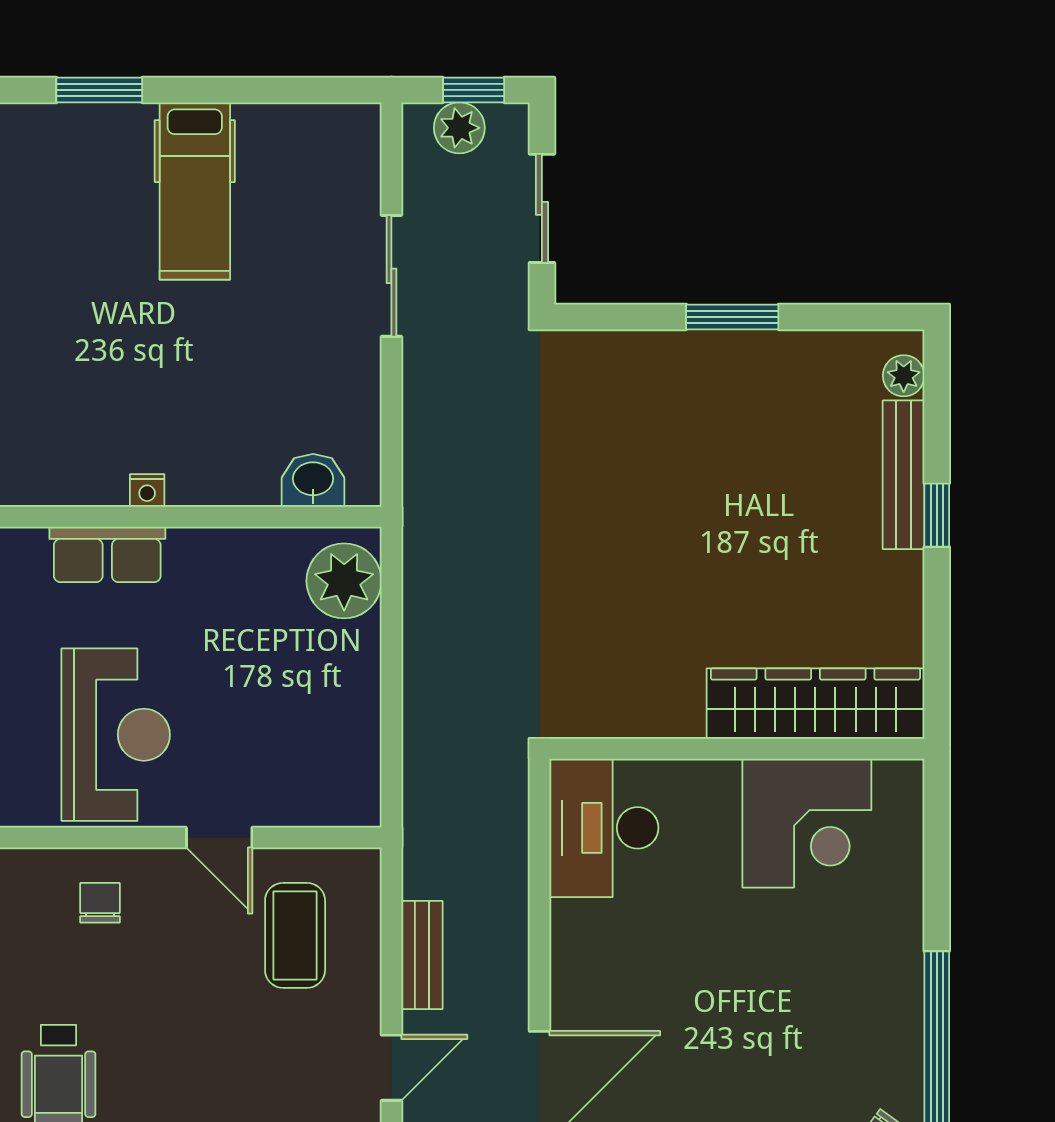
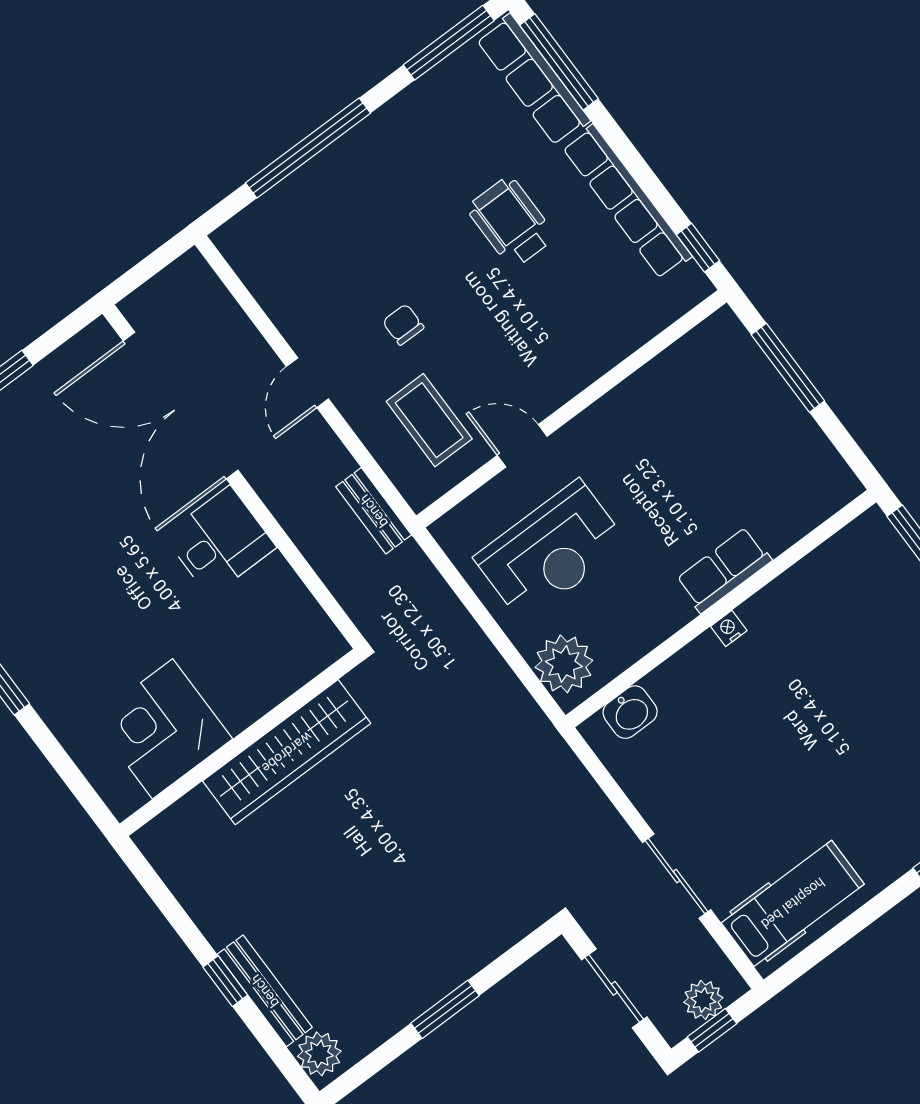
hospital bed: (195, 191) -> (793, 903), moved, turned 90
plant: (904, 376) -> (319, 1054), width x1.38, depth x1.38
wardrobe: (815, 704) -> (287, 752), moved
reception desk: (116, 735) -> (551, 551), moved, turned -90
desk: (604, 828) -> (220, 541), moved, width x0.73
chair: (100, 903) -> (403, 325), moved, turned 180
bench: (422, 955) -> (374, 511), moved

